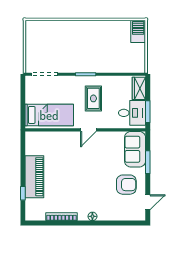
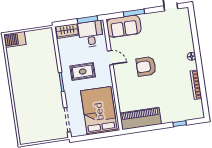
bed: (49, 115) -> (99, 111), width x1.50
door: (88, 130) -> (110, 58), moved
piano: (34, 177) -> (141, 119), moved
armchair: (126, 185) -> (146, 66), moved, turned -90

